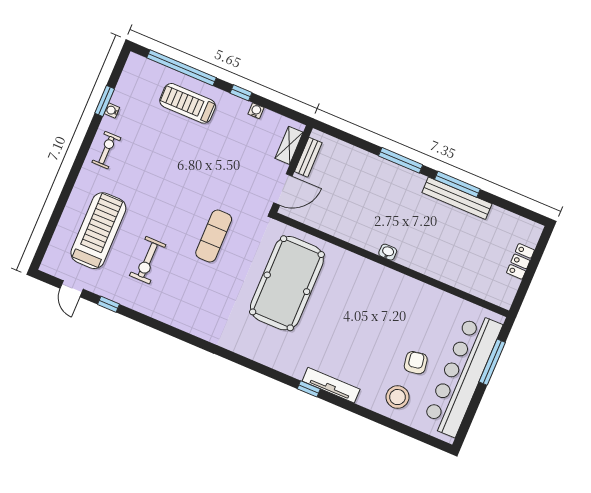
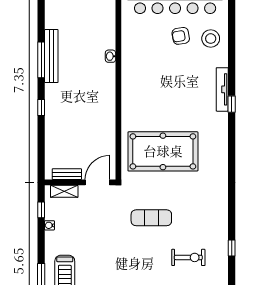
window: (241, 93) -> (41, 210), moved
window: (401, 160) -> (41, 107), width x0.46
door: (283, 190) -> (97, 182), hinge flipped
washbasin: (388, 252) -> (110, 56), moved
window: (108, 304) -> (232, 248), moved

